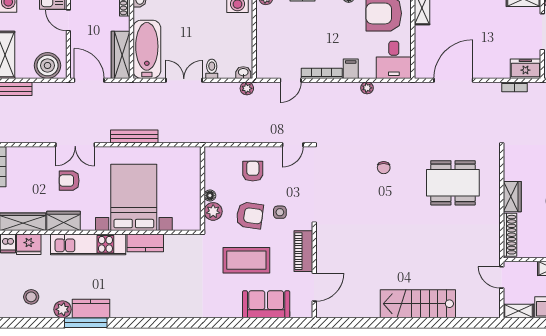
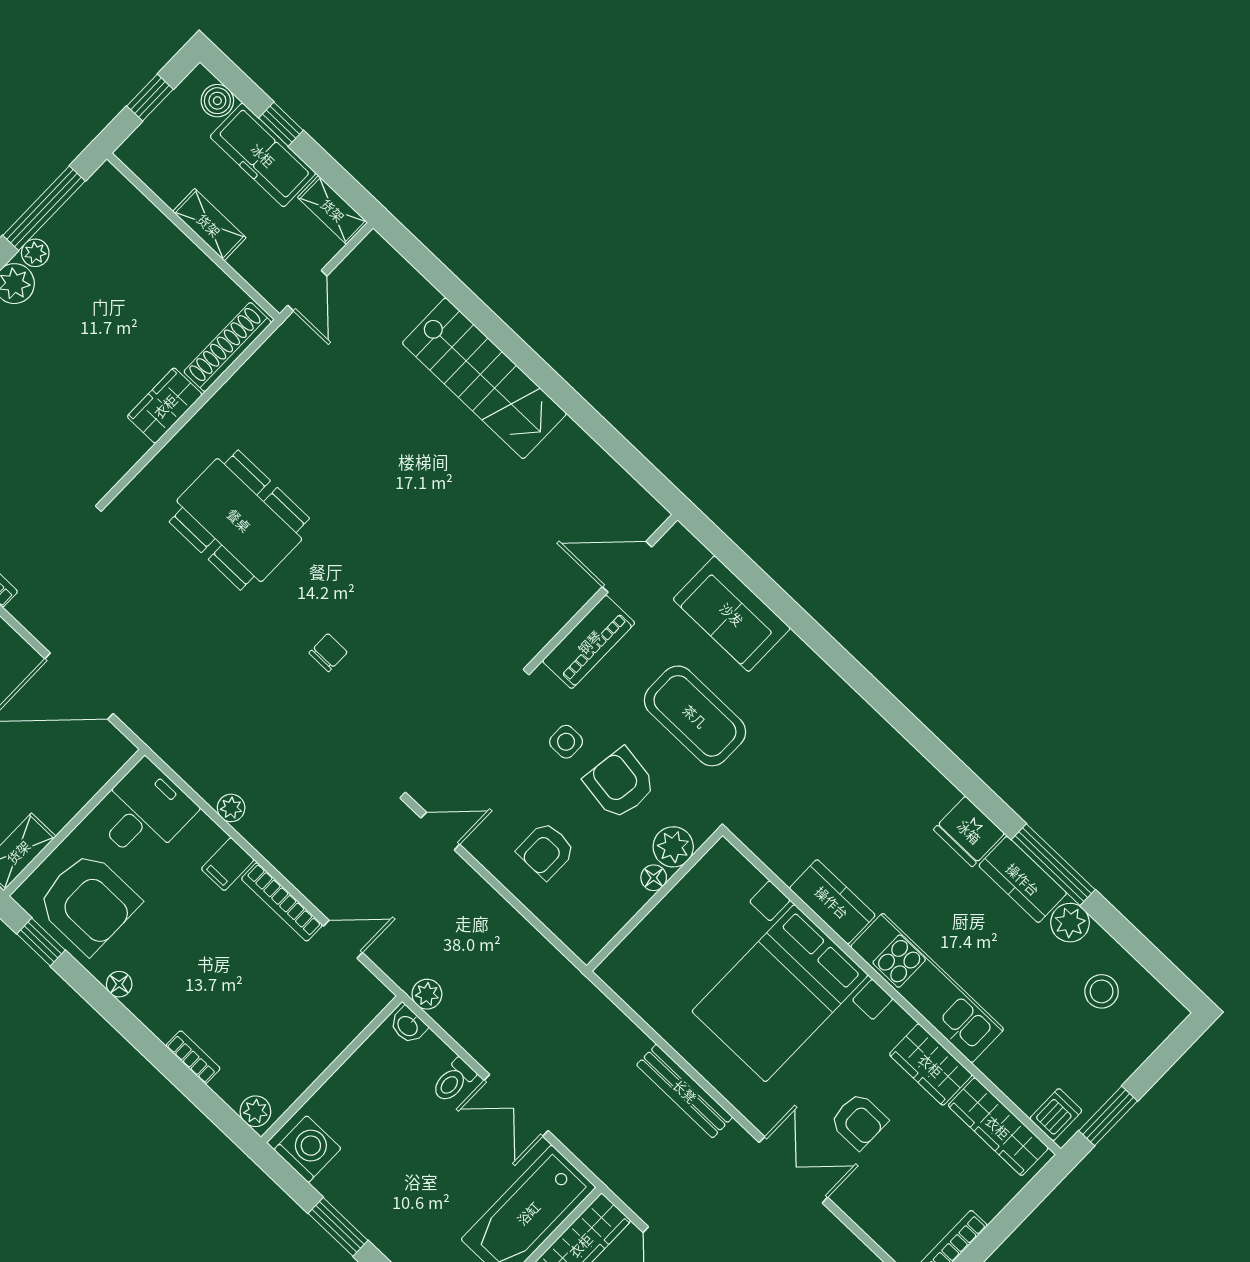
fridge: (29, 244) -> (969, 832), moved, turned 180

